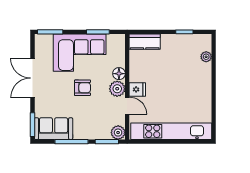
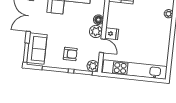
armchair: (82, 88) -> (70, 54), moved
sofa: (54, 129) -> (37, 49), moved, turned 90

